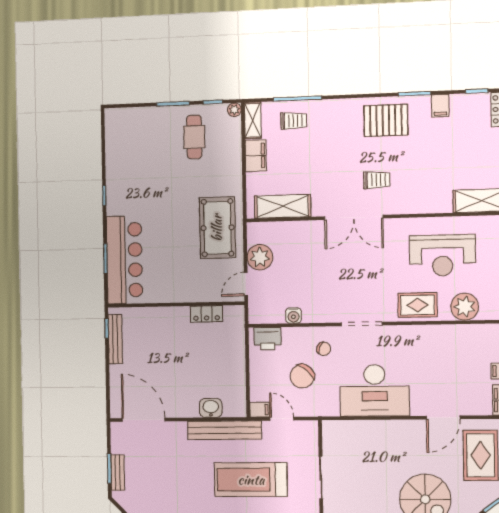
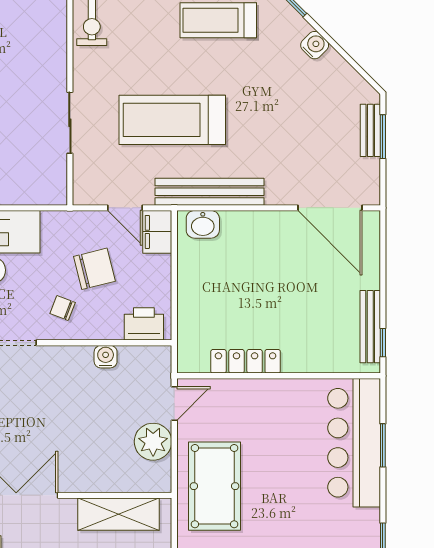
locker: (206, 314) -> (246, 361), width x1.53
chair: (302, 376) -> (94, 269), turned 35
washbasin: (211, 408) -> (203, 224), moved
filing cabinet: (260, 410) -> (157, 232), width x2.00
treadmill: (251, 480) -> (172, 120), turned 180

